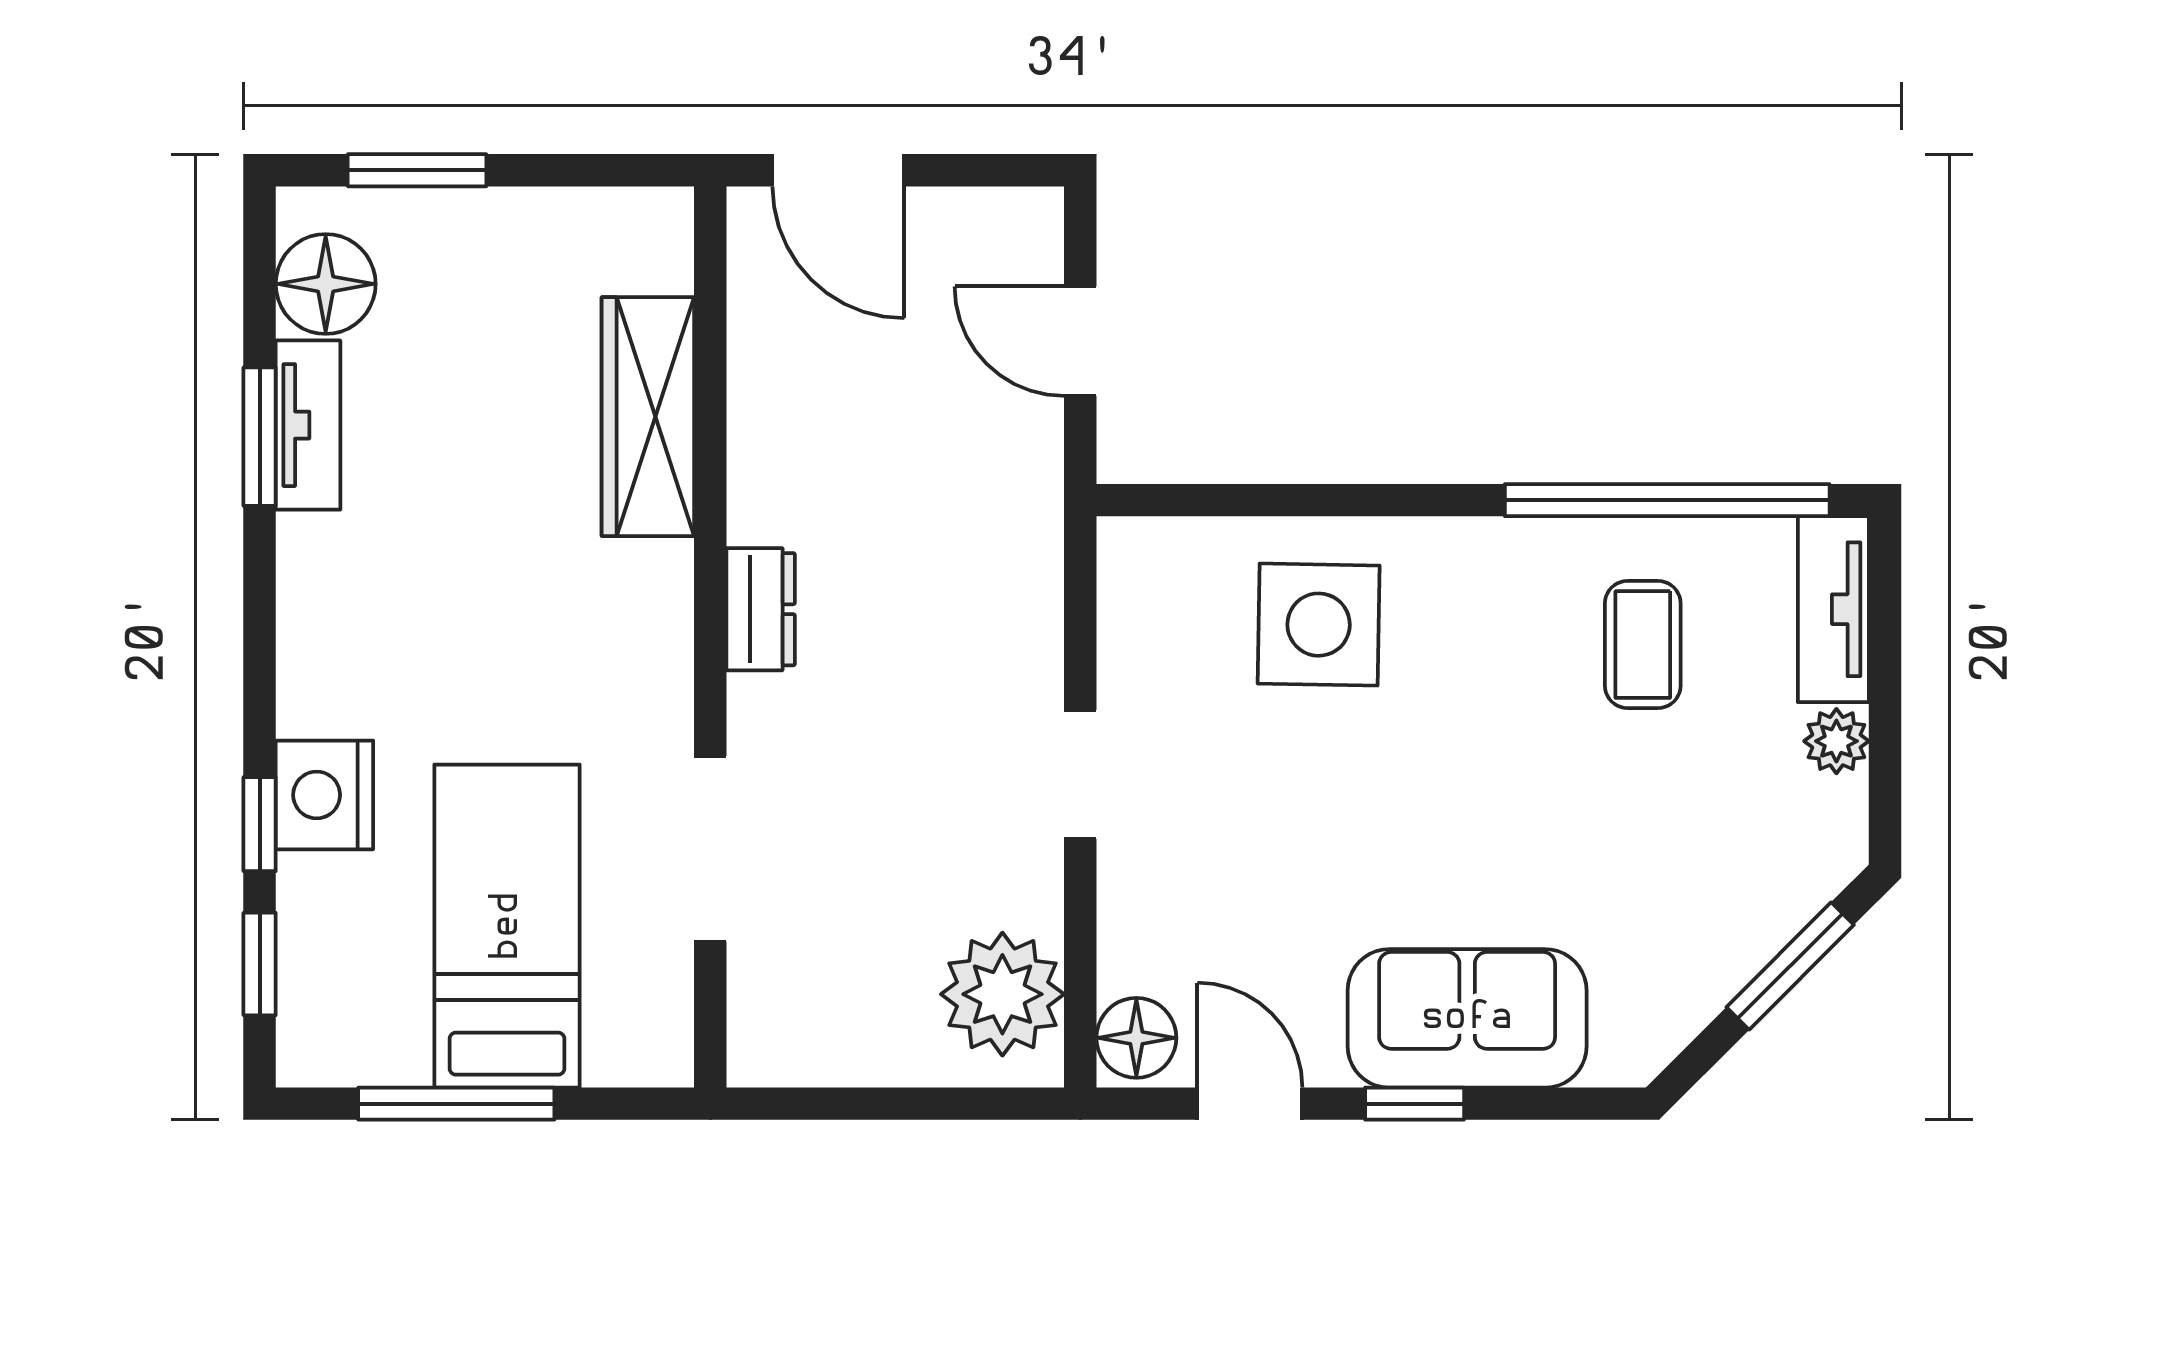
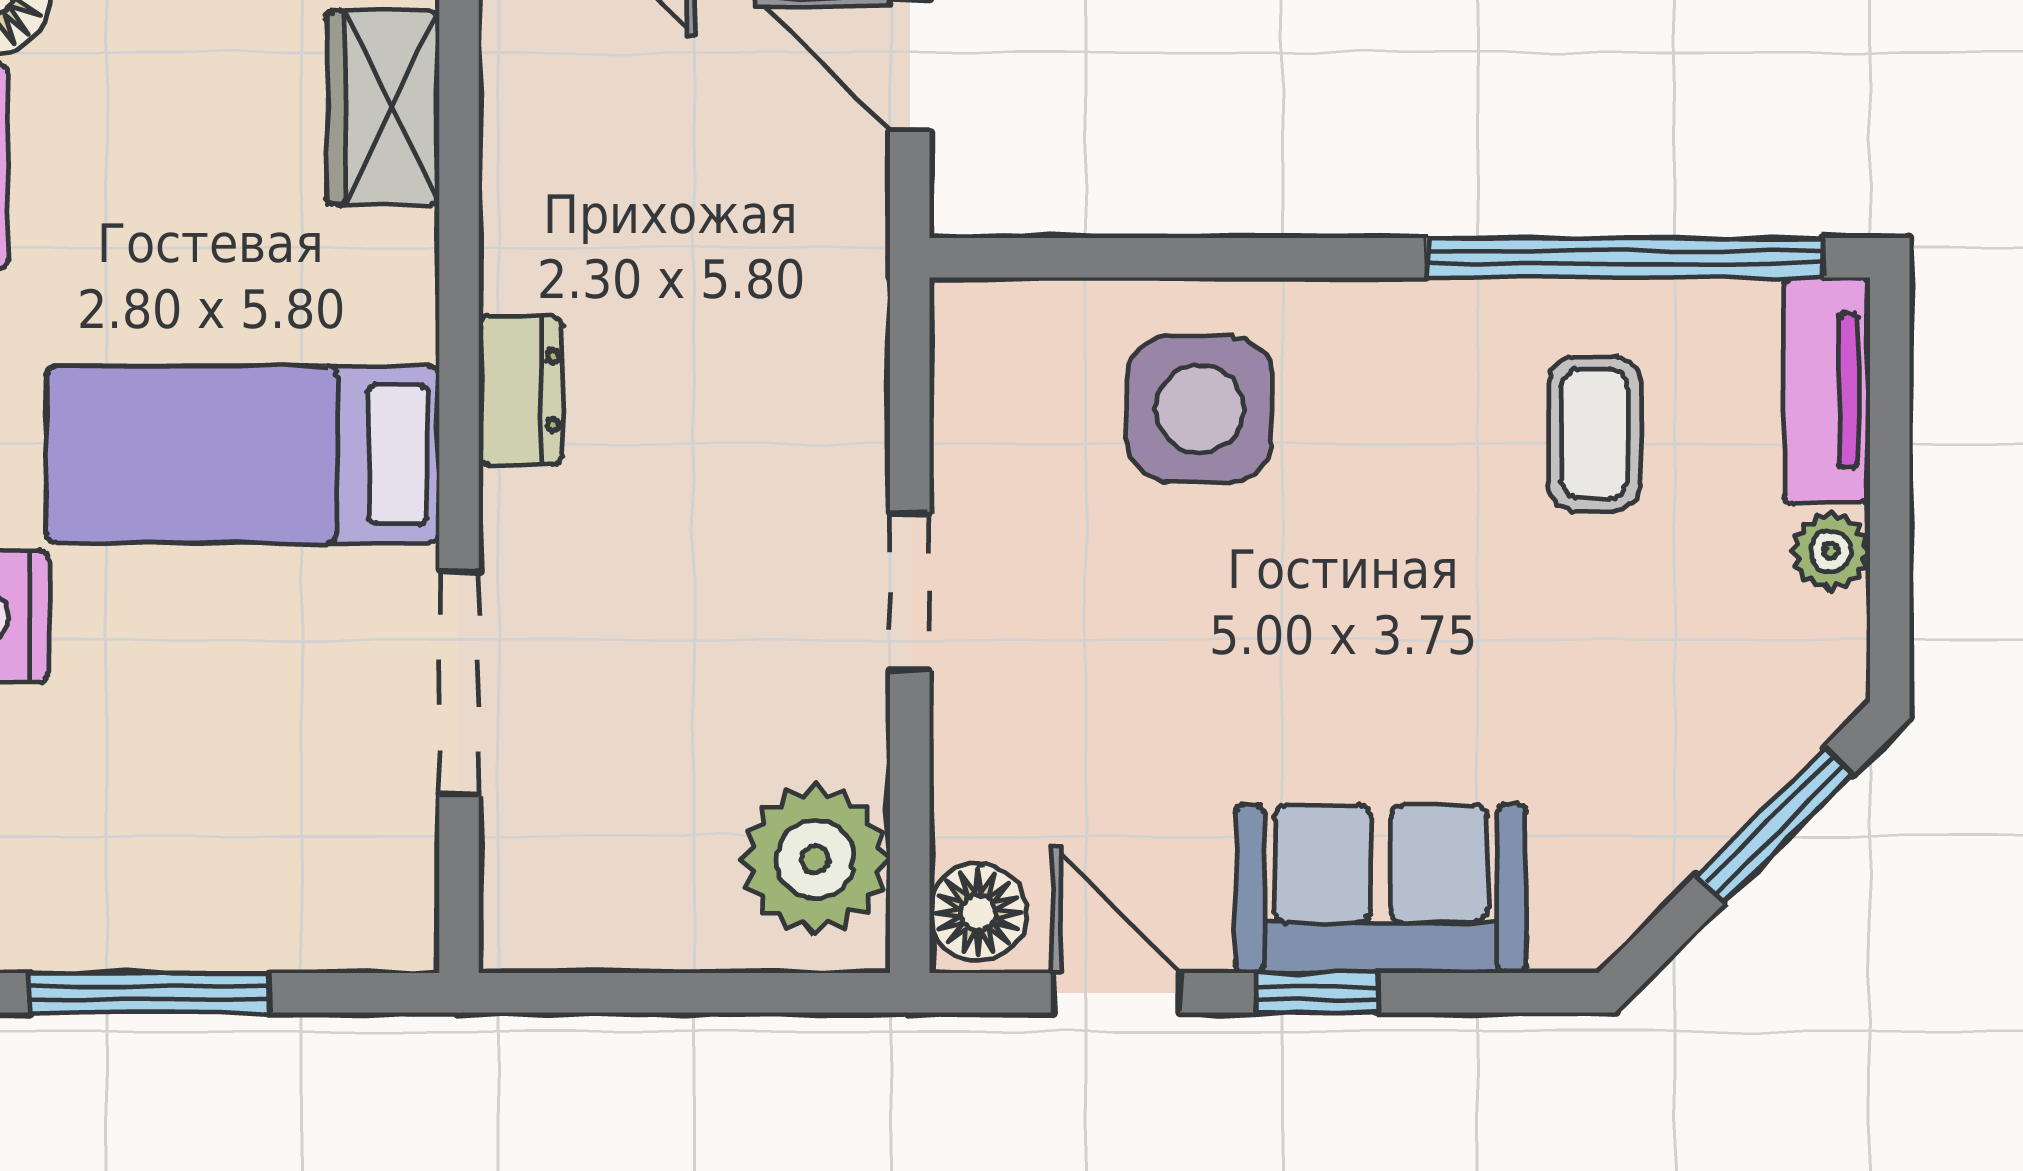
wardrobe: (648, 417) -> (383, 108), width x0.67
bed: (507, 926) -> (243, 454), moved, turned -90

